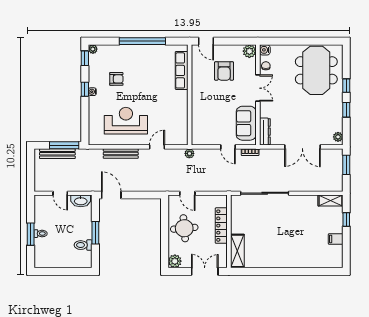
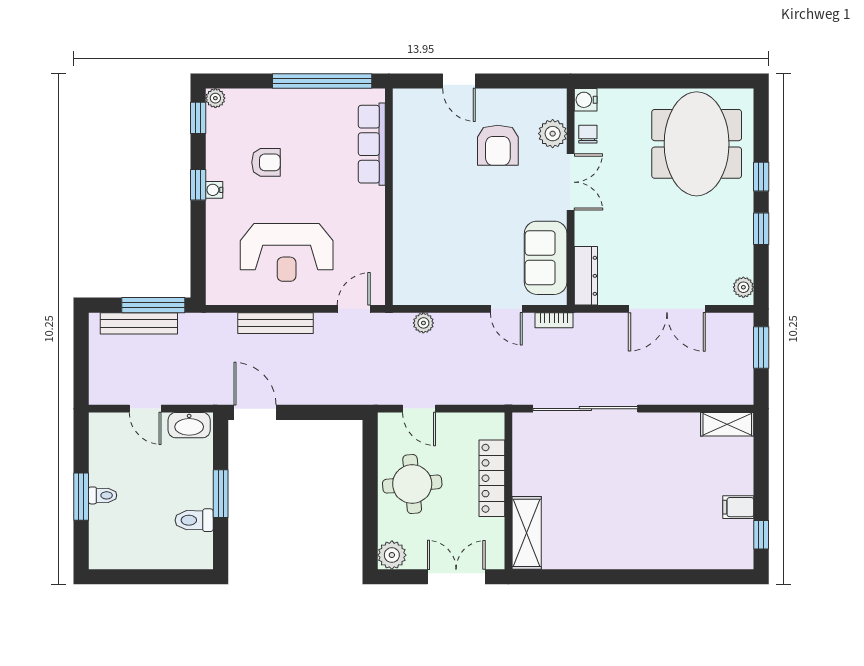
plant: (249, 51) -> (553, 134), moved
row of seats: (182, 70) -> (372, 144), moved
wall: (190, 95) -> (389, 197), moved
reception desk: (126, 121) -> (287, 252), turned 180
window: (346, 219) -> (761, 535), moved

